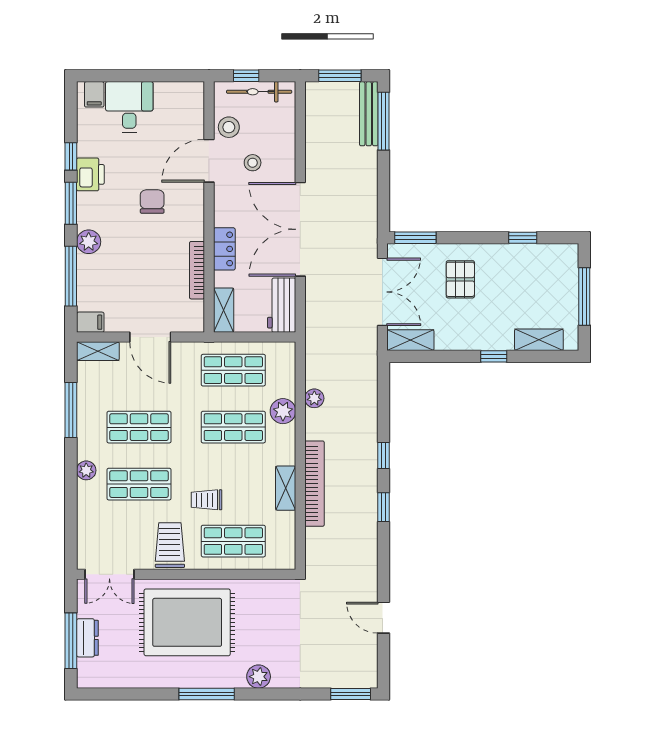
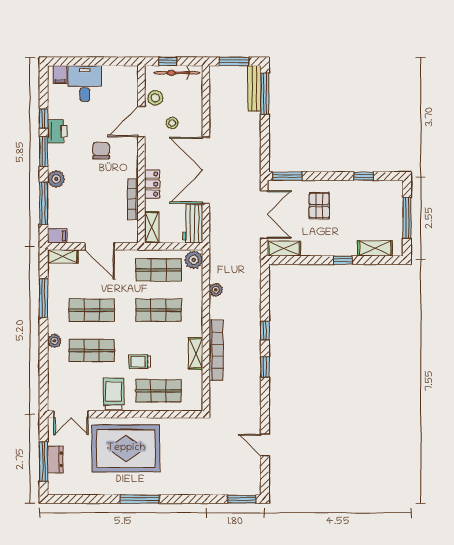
plant: (283, 411) -> (194, 260), moved
plant: (259, 677) -> (176, 487), removed

